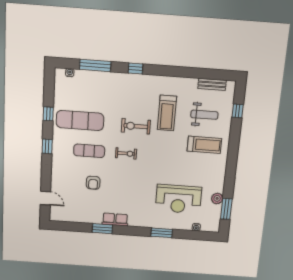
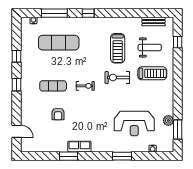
exercise mat: (80, 120) -> (59, 43), moved
exercise bike: (136, 126) -> (117, 77), moved

